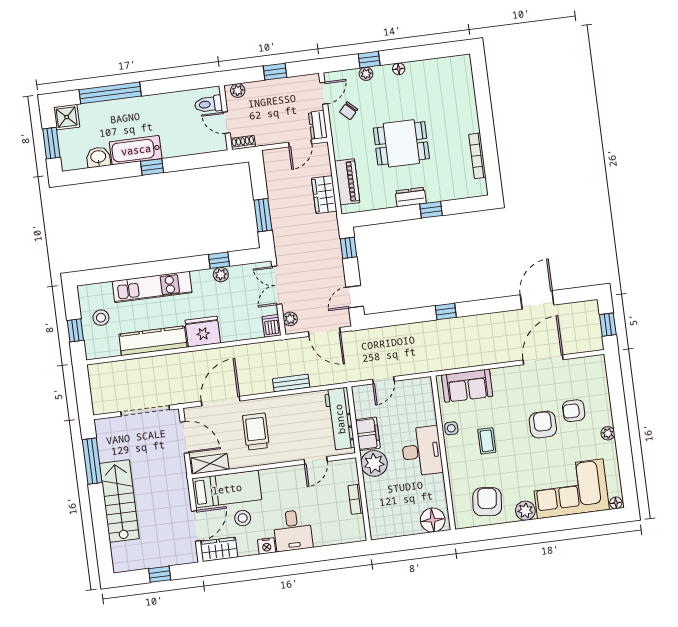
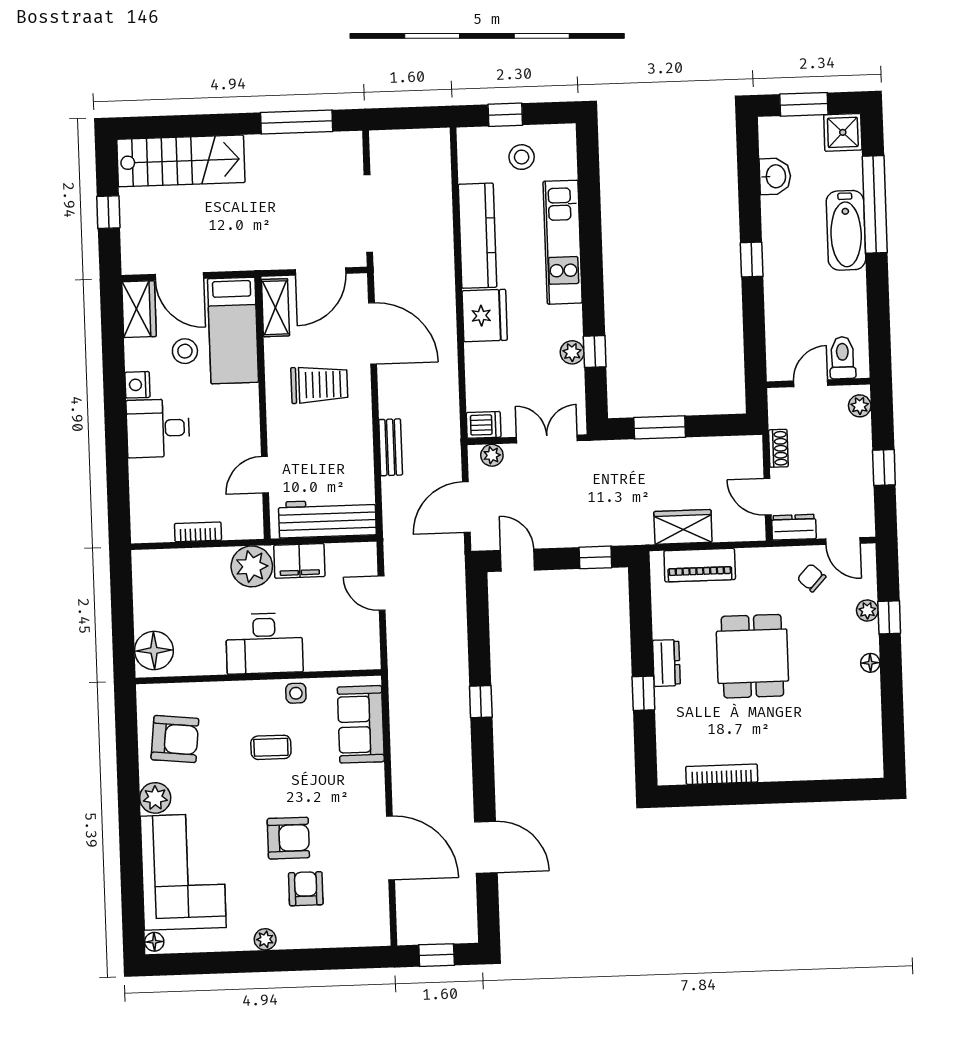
shoe rack: (243, 143) -> (778, 448), moved
bathtub: (136, 150) -> (846, 230), moved, turned 180
door: (316, 460) -> (265, 475), hinge flipped
stairs: (119, 501) -> (181, 161), moved

